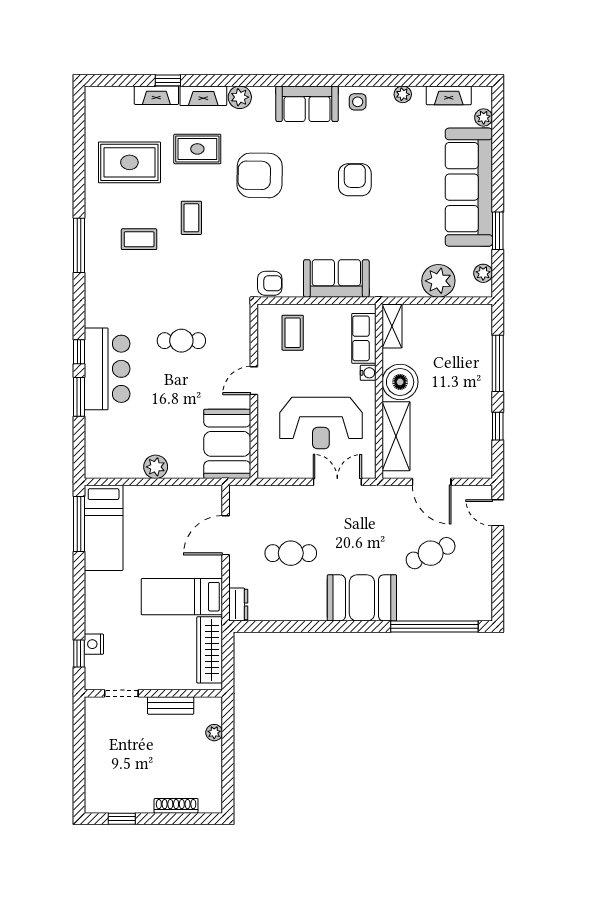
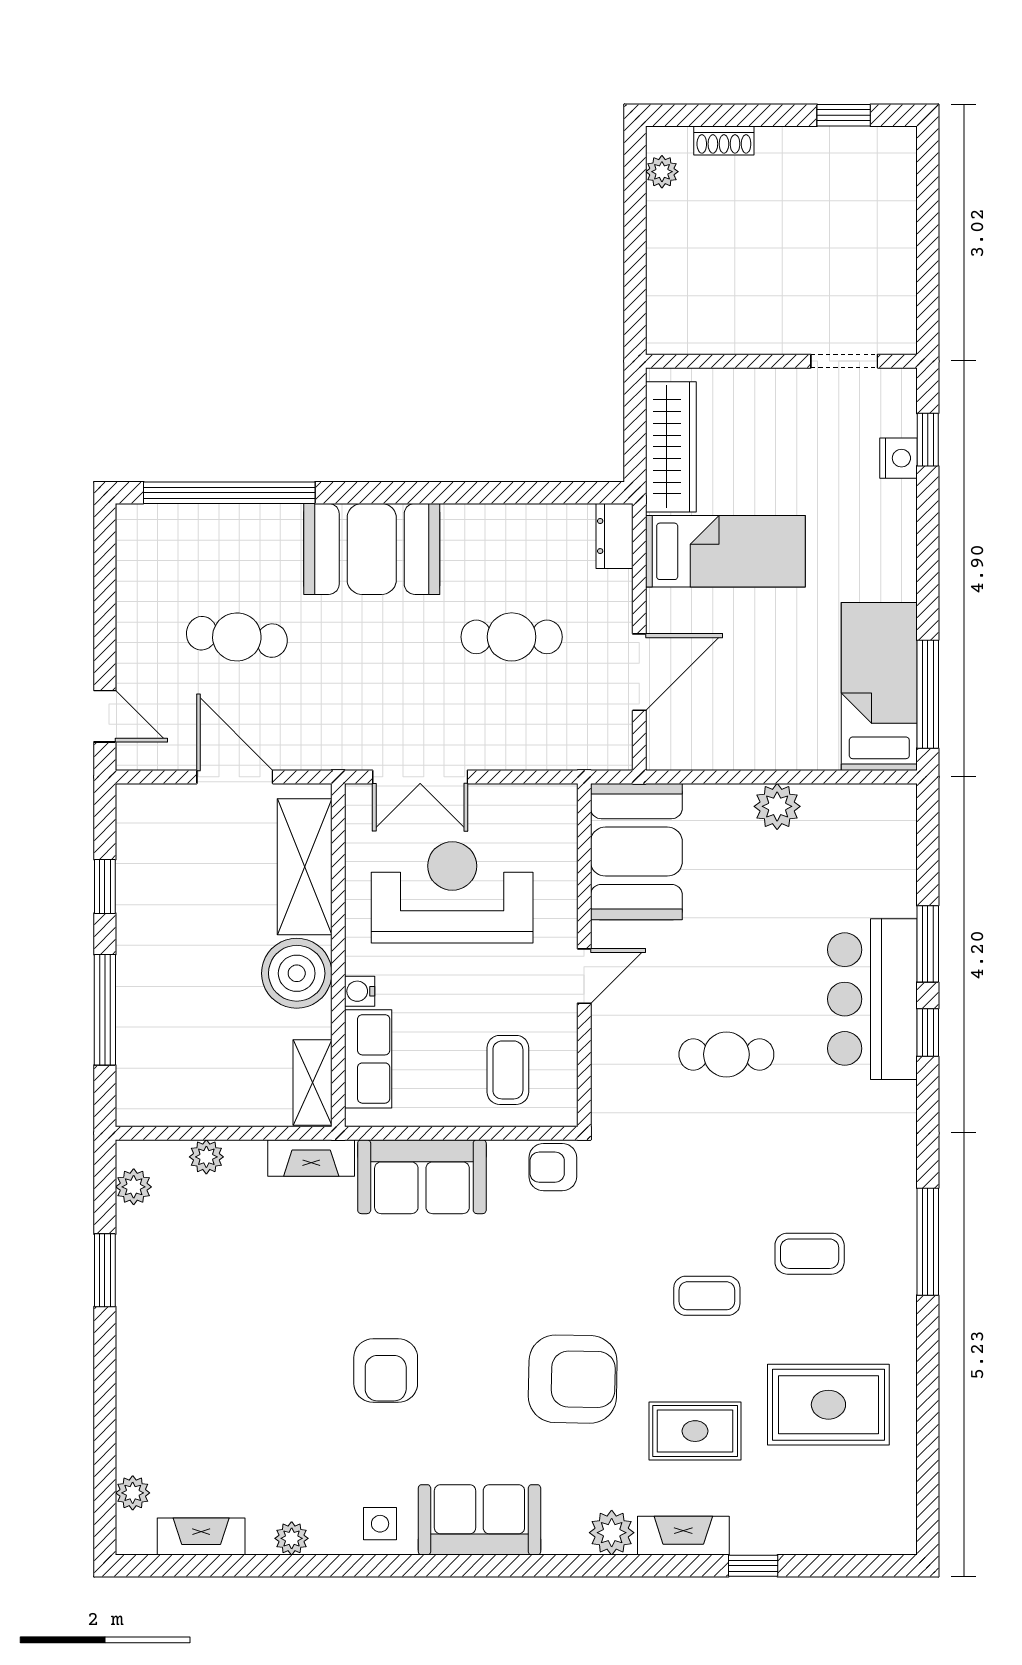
fireplace: (156, 95) -> (311, 1158), moved, turned 180
sofa: (469, 187) -> (162, 1356), removed
coffee table: (191, 218) -> (707, 1296), turned 90
plant: (438, 281) -> (206, 1157), width x0.53, depth x0.53
cafe table: (431, 553) -> (237, 637), turned 30
bench: (171, 705) -> (748, 338), removed
plant: (214, 733) -> (662, 172), moved
shoe rack: (176, 806) -> (724, 140), width x0.70

